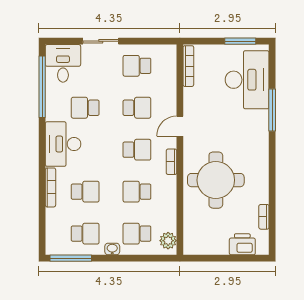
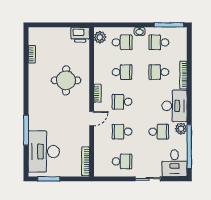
plant: (54, 112) -> (181, 129), added
round table: (216, 180) -> (66, 80), width x0.73, depth x0.73
printer: (242, 244) -> (80, 35), moved

